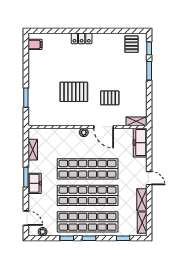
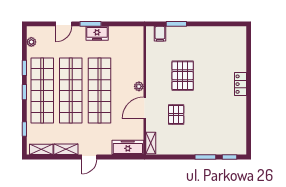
filing cabinet: (35, 44) -> (160, 34), moved
pallet: (132, 44) -> (234, 138), removed
shelving: (33, 150) -> (120, 31), removed
freezer: (35, 183) -> (97, 33), moved
door: (26, 218) -> (64, 24), moved

